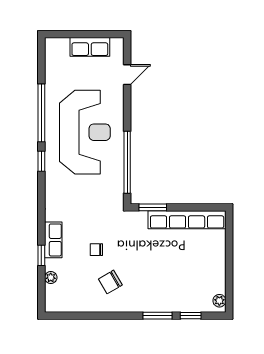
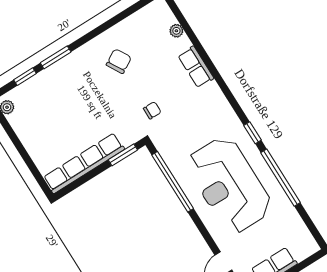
chair: (96, 250) -> (152, 110), moved
window: (41, 255) -> (198, 46), removed

